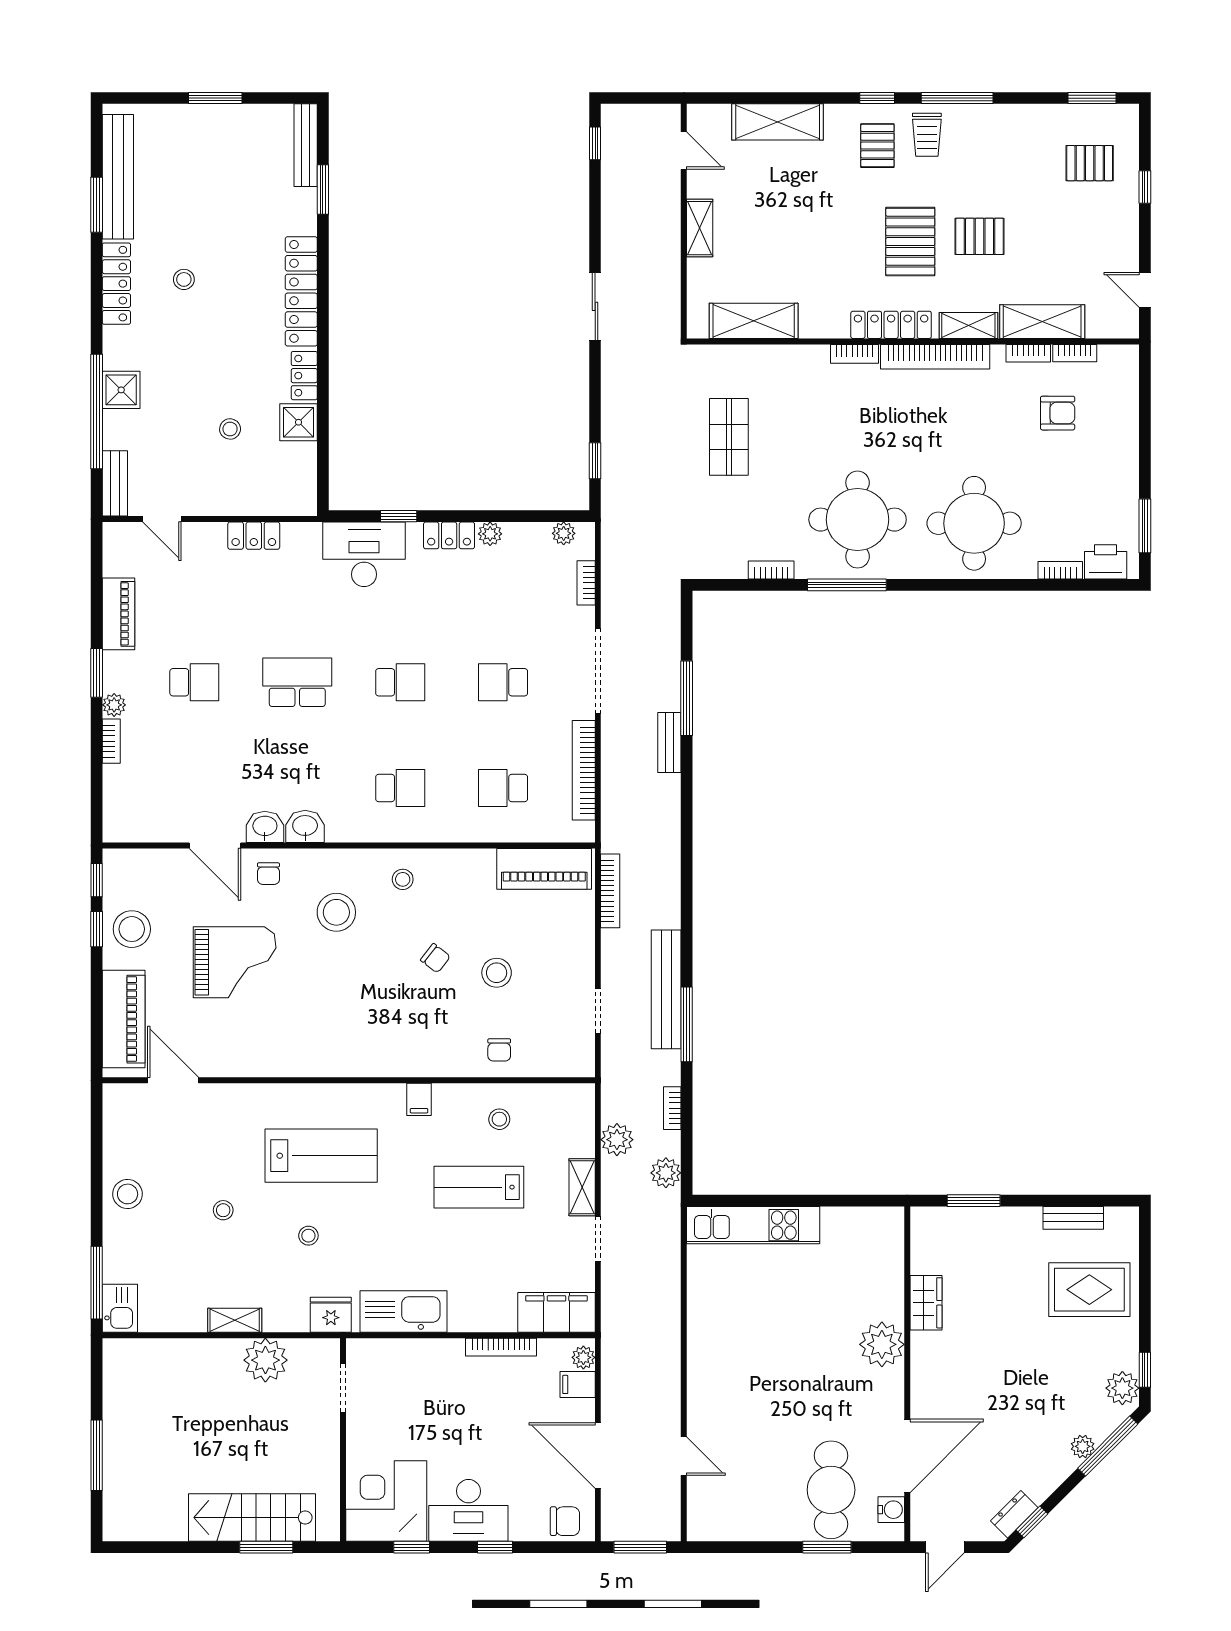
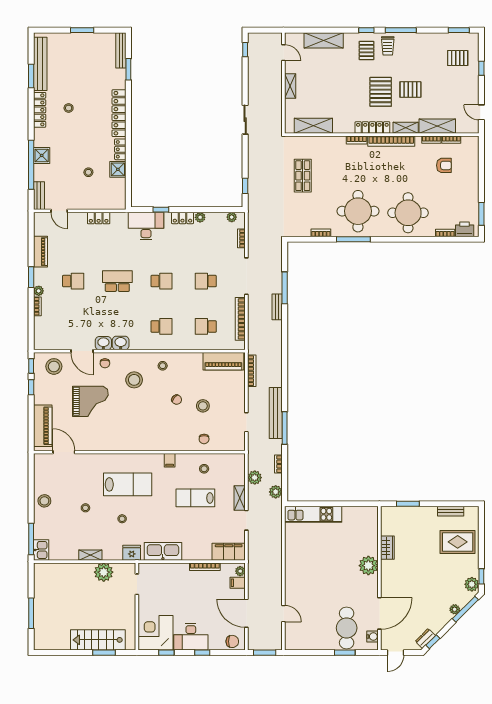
stool: (132, 929) -> (54, 366), moved

